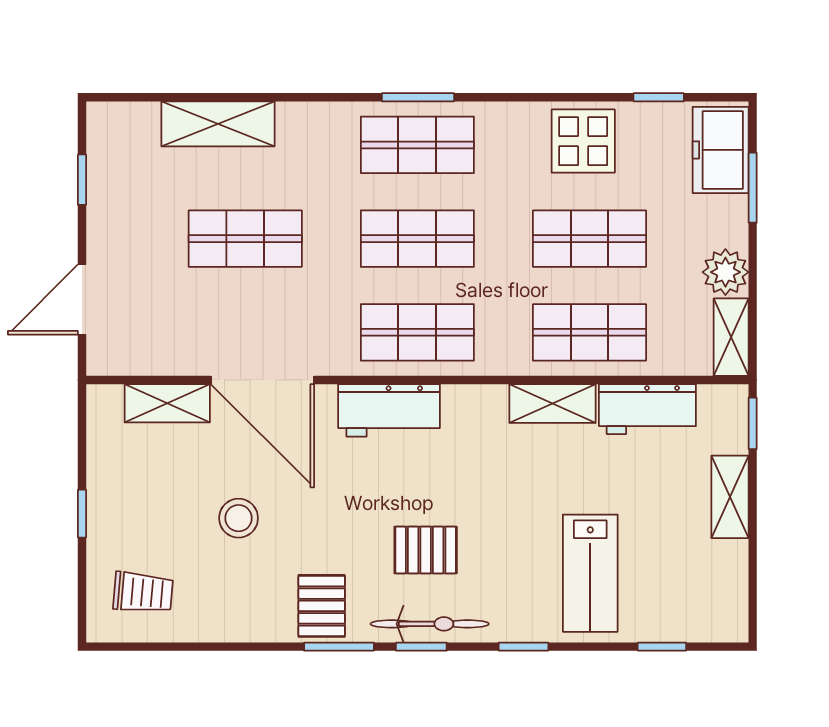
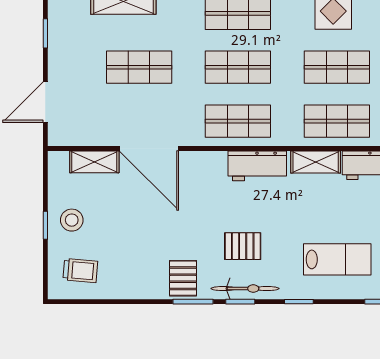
workbench: (389, 410) -> (257, 166), moved
stool: (239, 518) -> (72, 220), moved
lab bench: (590, 573) -> (337, 259), turned -90

